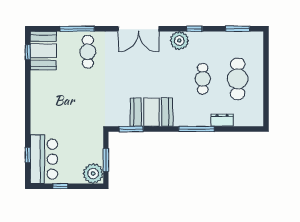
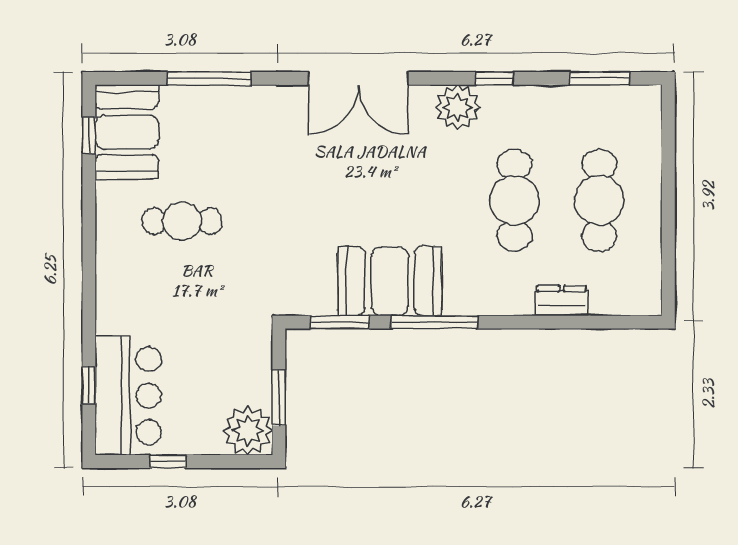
cafe table: (88, 52) -> (182, 221), moved, turned 90
cafe table: (203, 79) -> (514, 200), width x1.37, depth x1.35
window: (196, 129) -> (435, 322), moved

